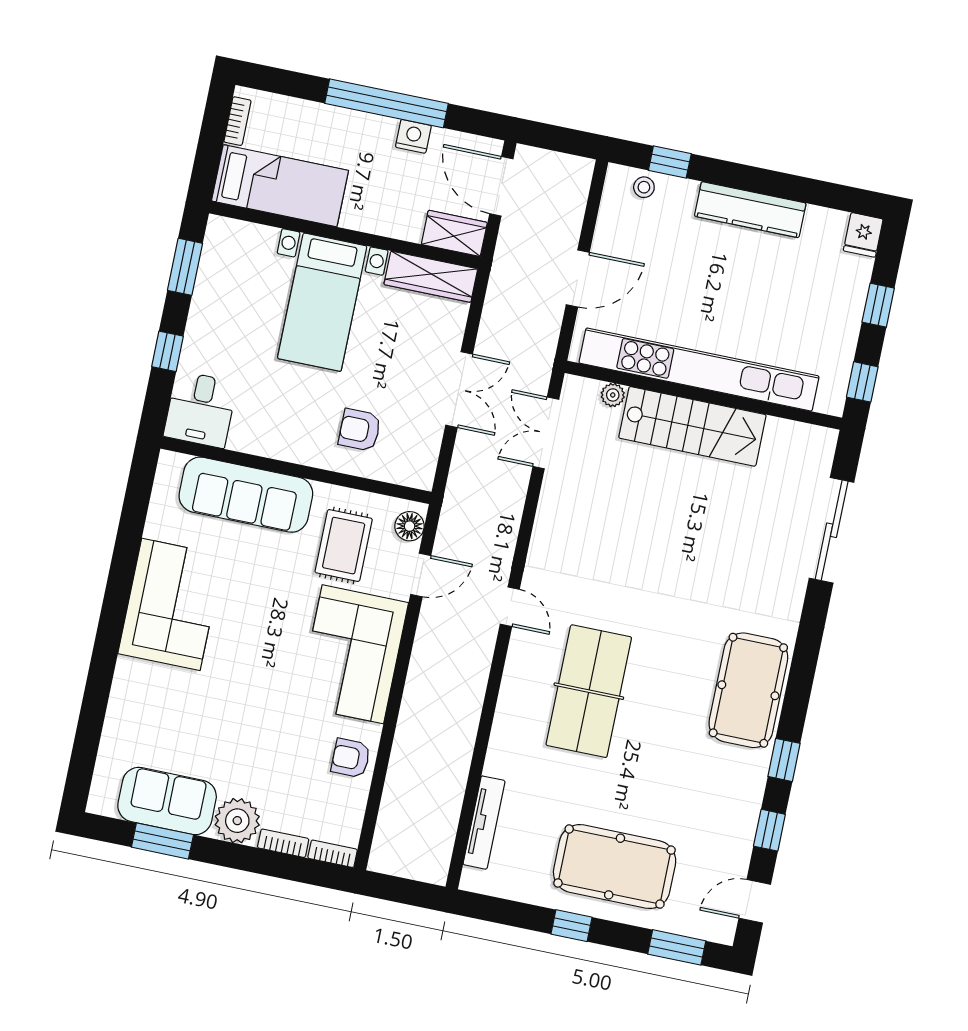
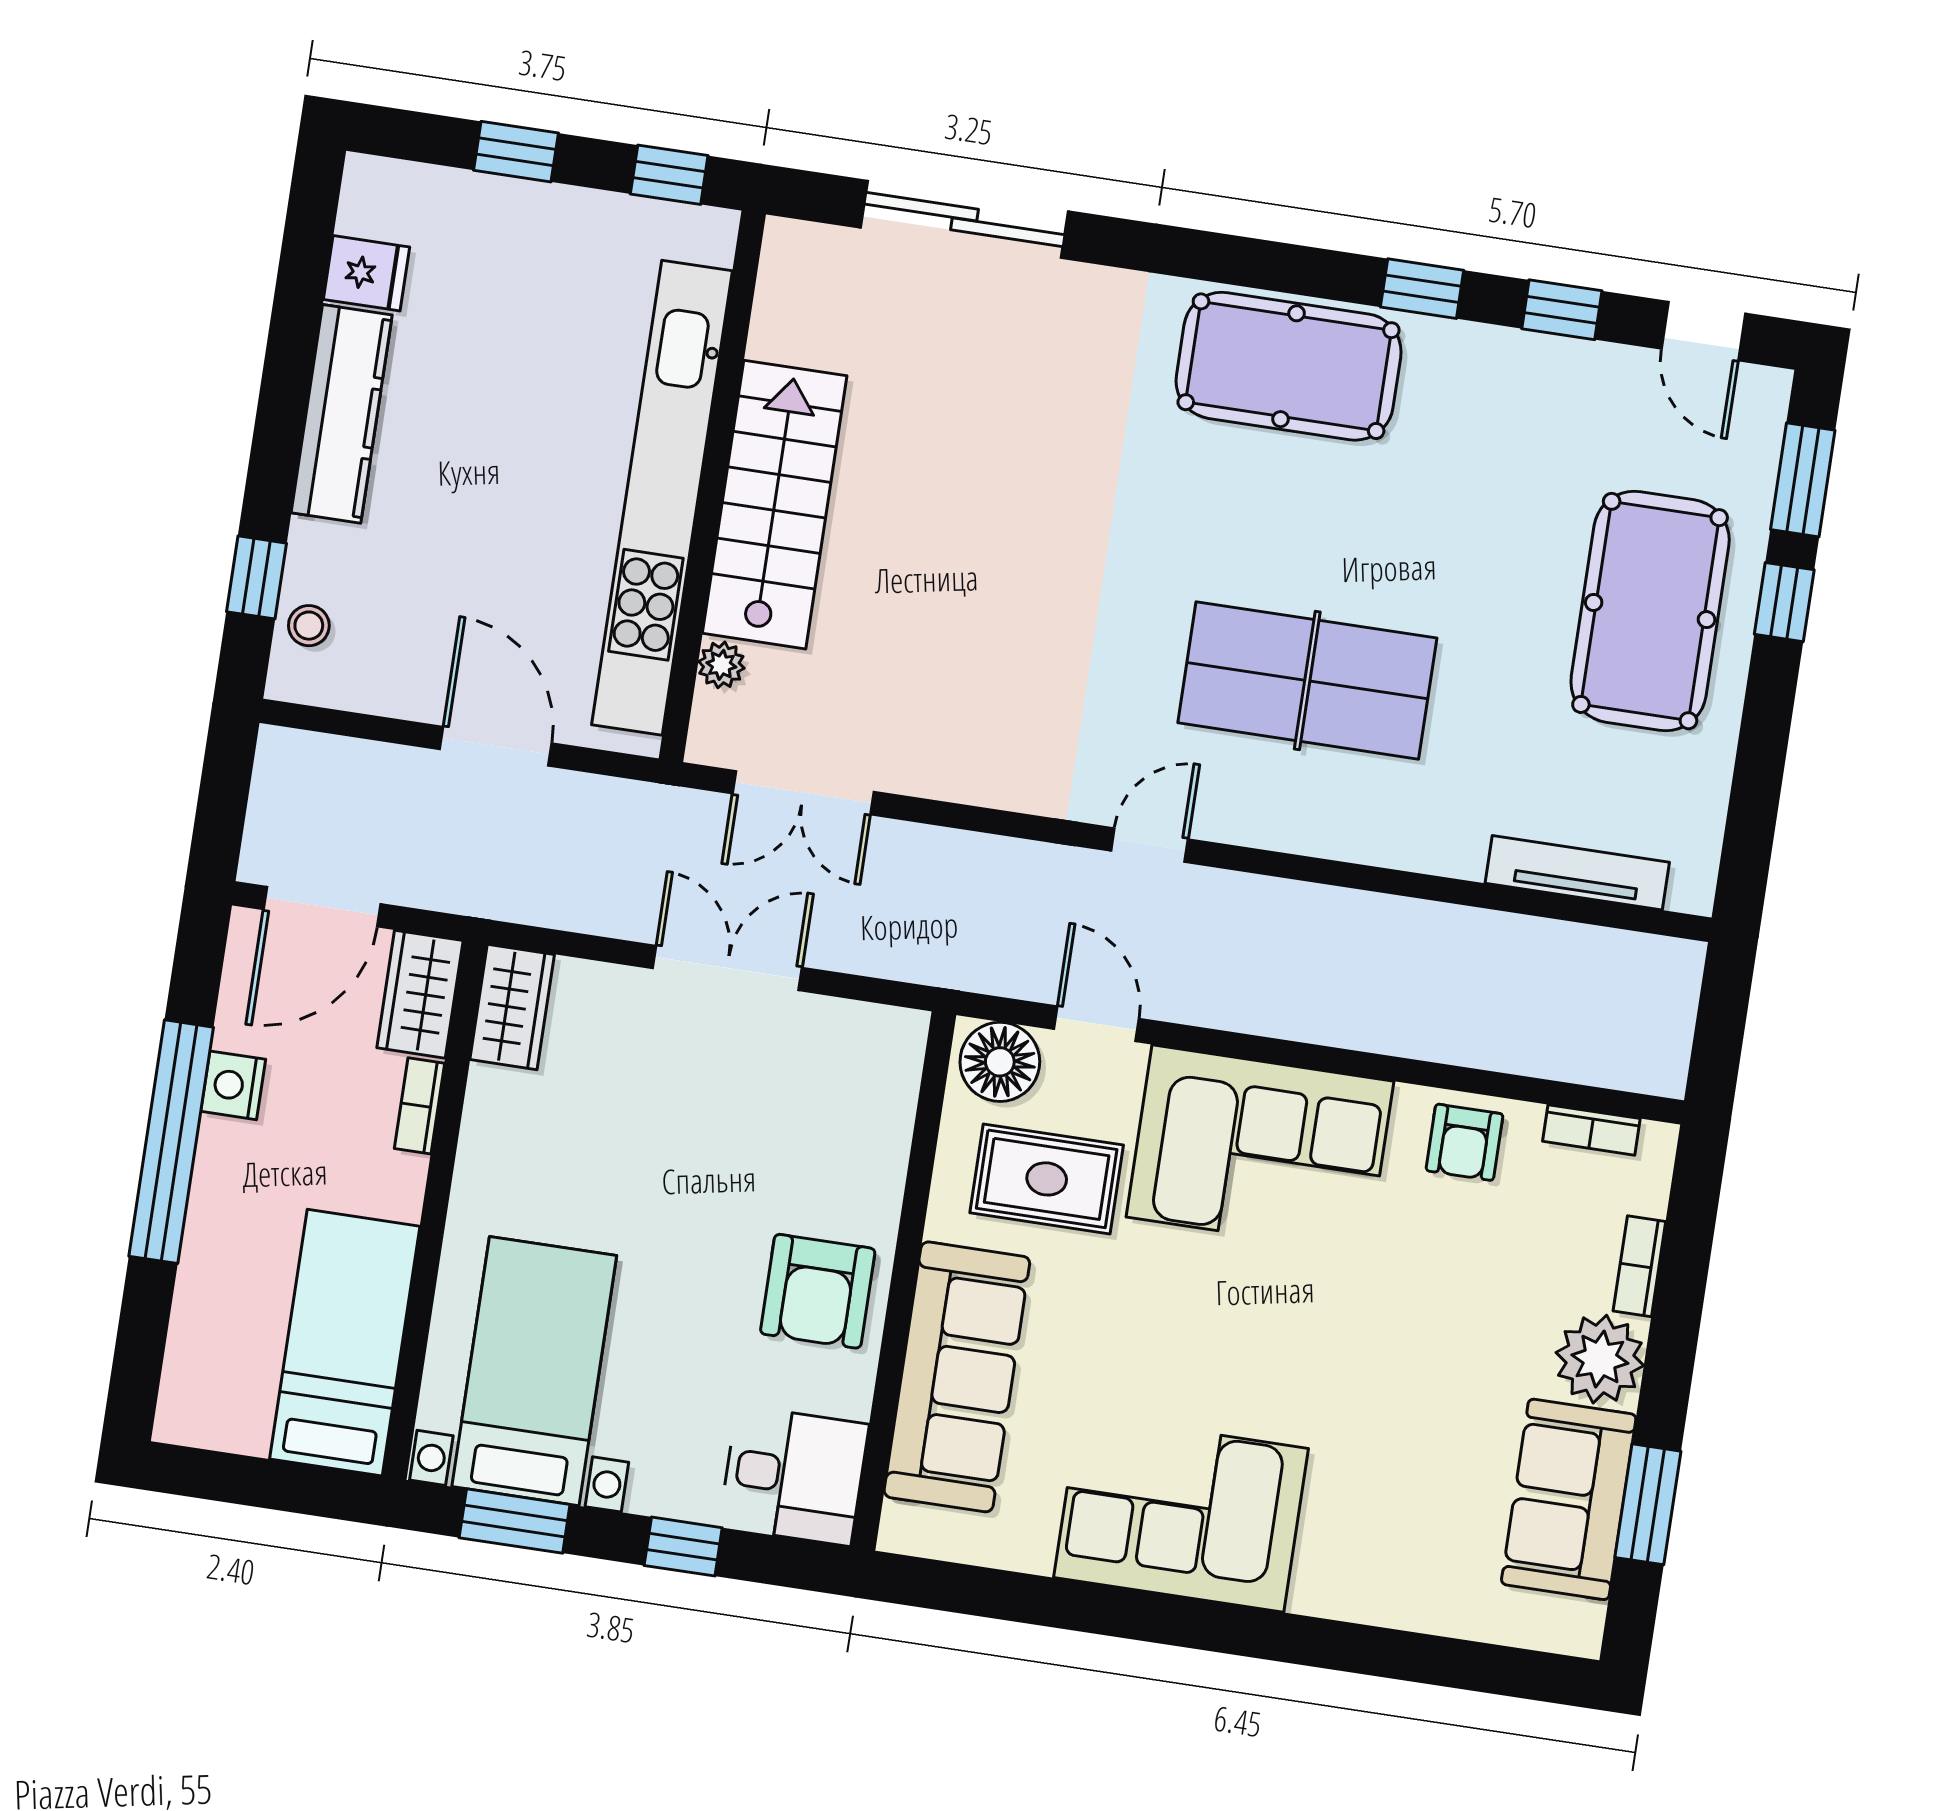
bookcase: (237, 121) -> (419, 1106), moved, turned -90
fridge: (863, 235) -> (367, 273), moved
wardrobe: (431, 277) -> (512, 1007), width x0.67
bed with nightstands: (322, 302) -> (534, 1371), moved, turned -90
armchair: (360, 430) -> (818, 1291), moved, width x1.38, depth x1.38
floor lamp: (410, 526) -> (1000, 1062), width x1.38, depth x1.38
bookcase: (333, 854) -> (1591, 1130), moved, turned -90
window: (572, 926) -> (1784, 602), moved

